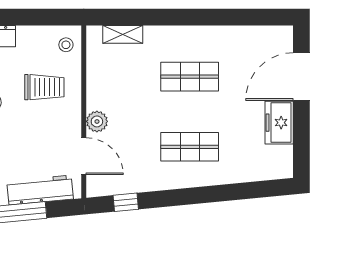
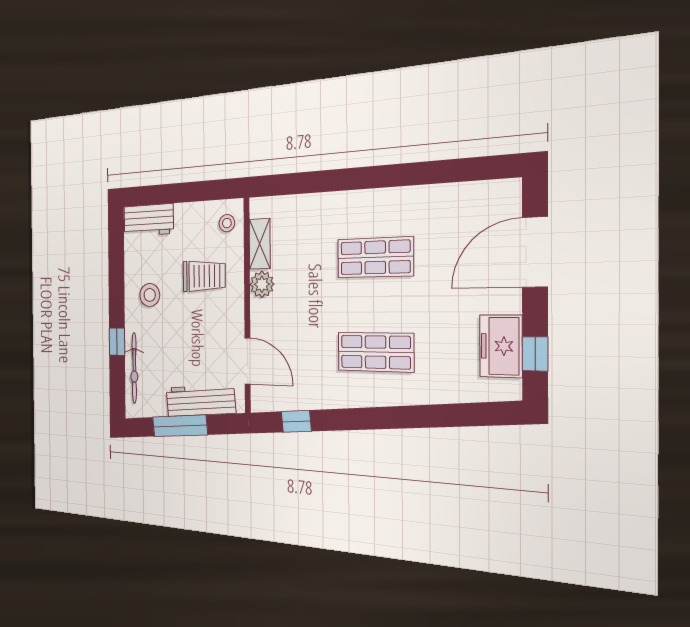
shelving: (123, 34) -> (260, 244), moved, turned 90
plant: (97, 121) -> (262, 284), moved
freezer: (279, 123) -> (501, 346), moved
window: (301, 146) -> (535, 354), added

